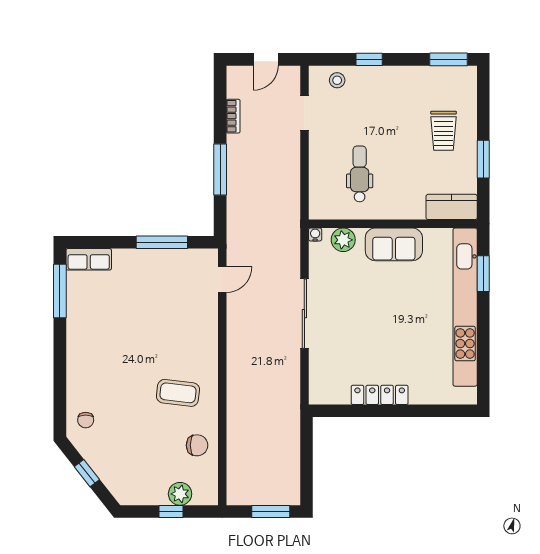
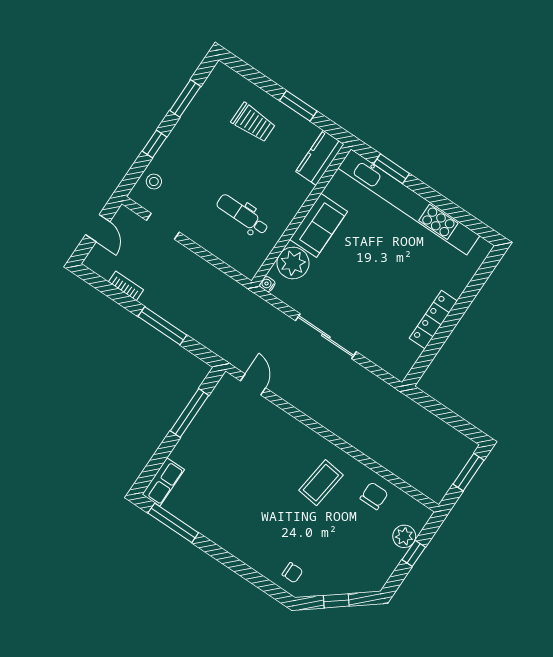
window: (449, 59) -> (185, 98), moved
plant: (343, 240) -> (293, 263), width x1.36, depth x1.36

